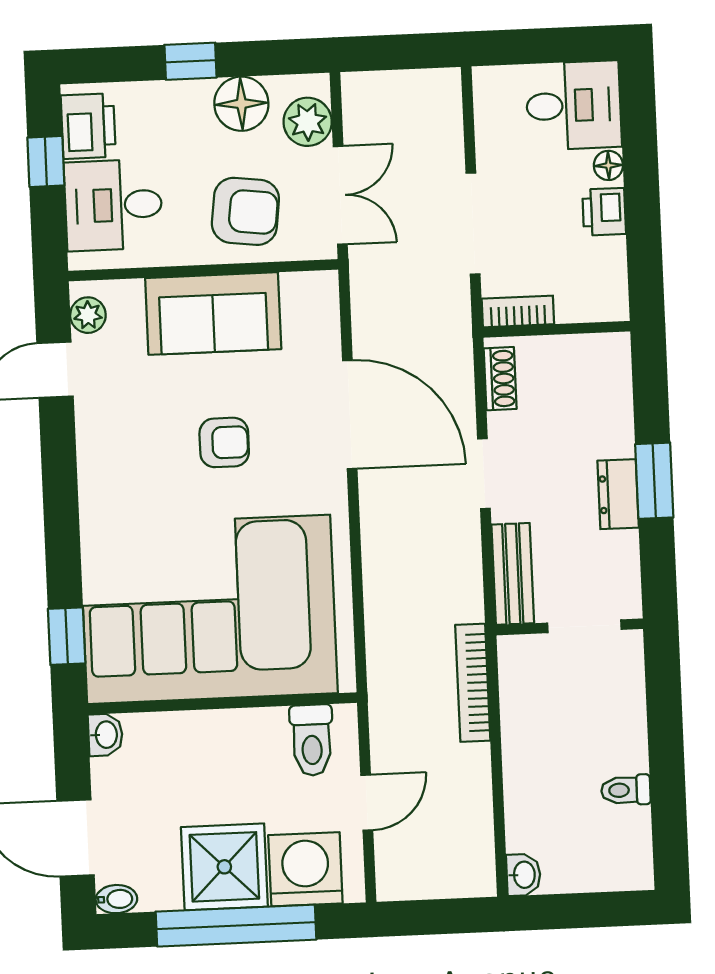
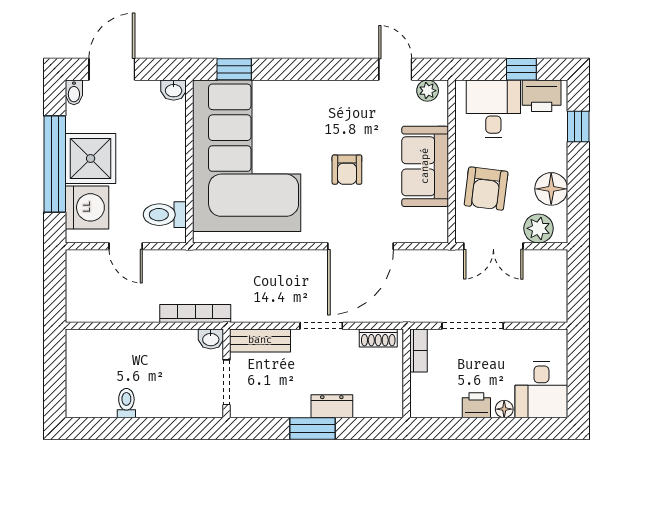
window: (191, 61) -> (578, 127), moved
dresser: (618, 494) -> (332, 406), moved
washbasin: (523, 875) -> (211, 339), moved

